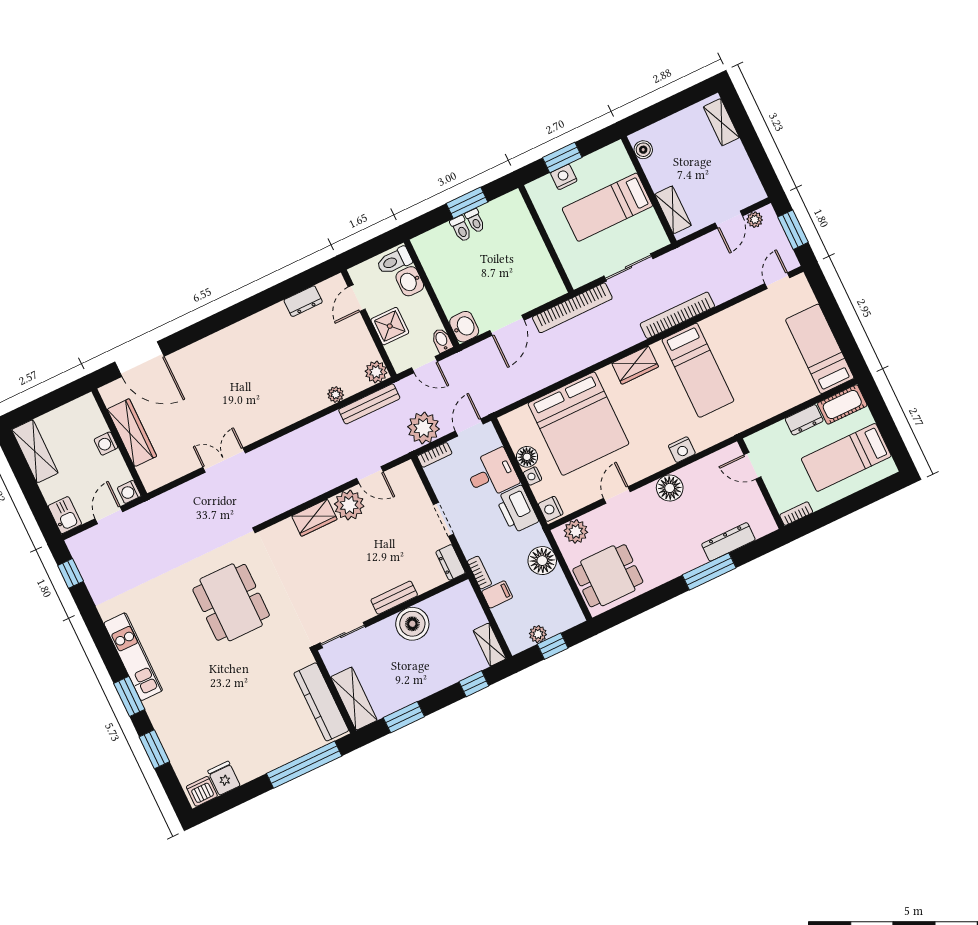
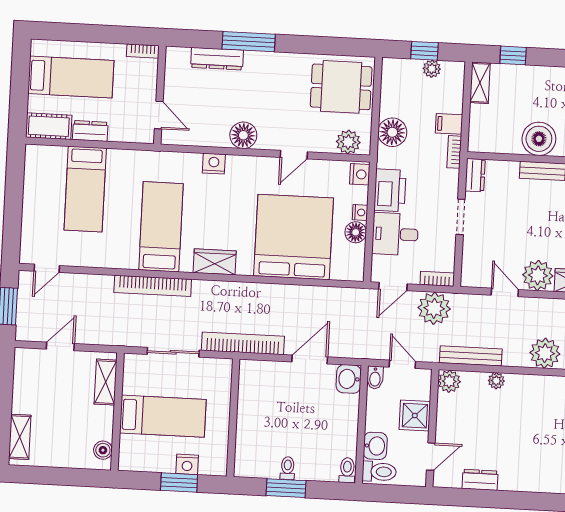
plant: (755, 220) -> (545, 353), moved, width x1.87, depth x1.87
toilet: (461, 229) -> (347, 470), moved
bed: (820, 349) -> (85, 189), moved

